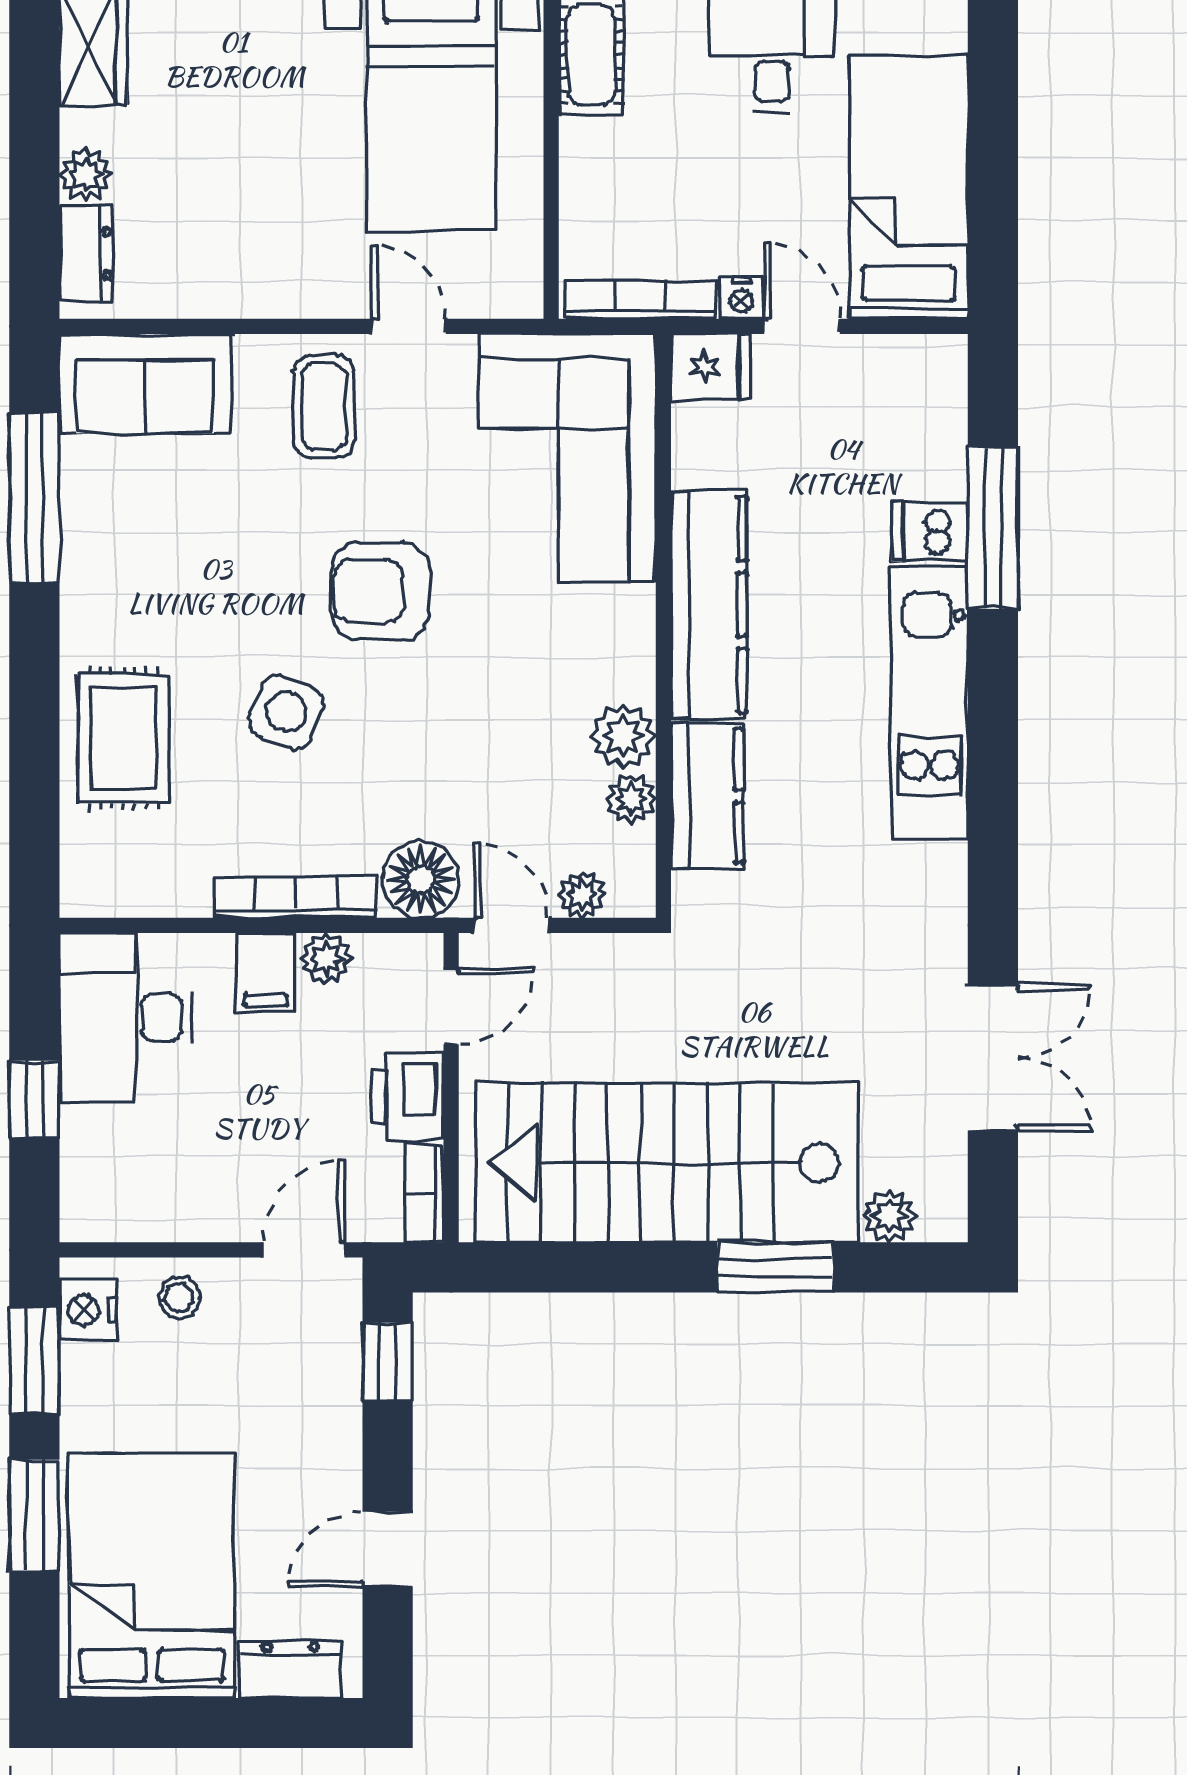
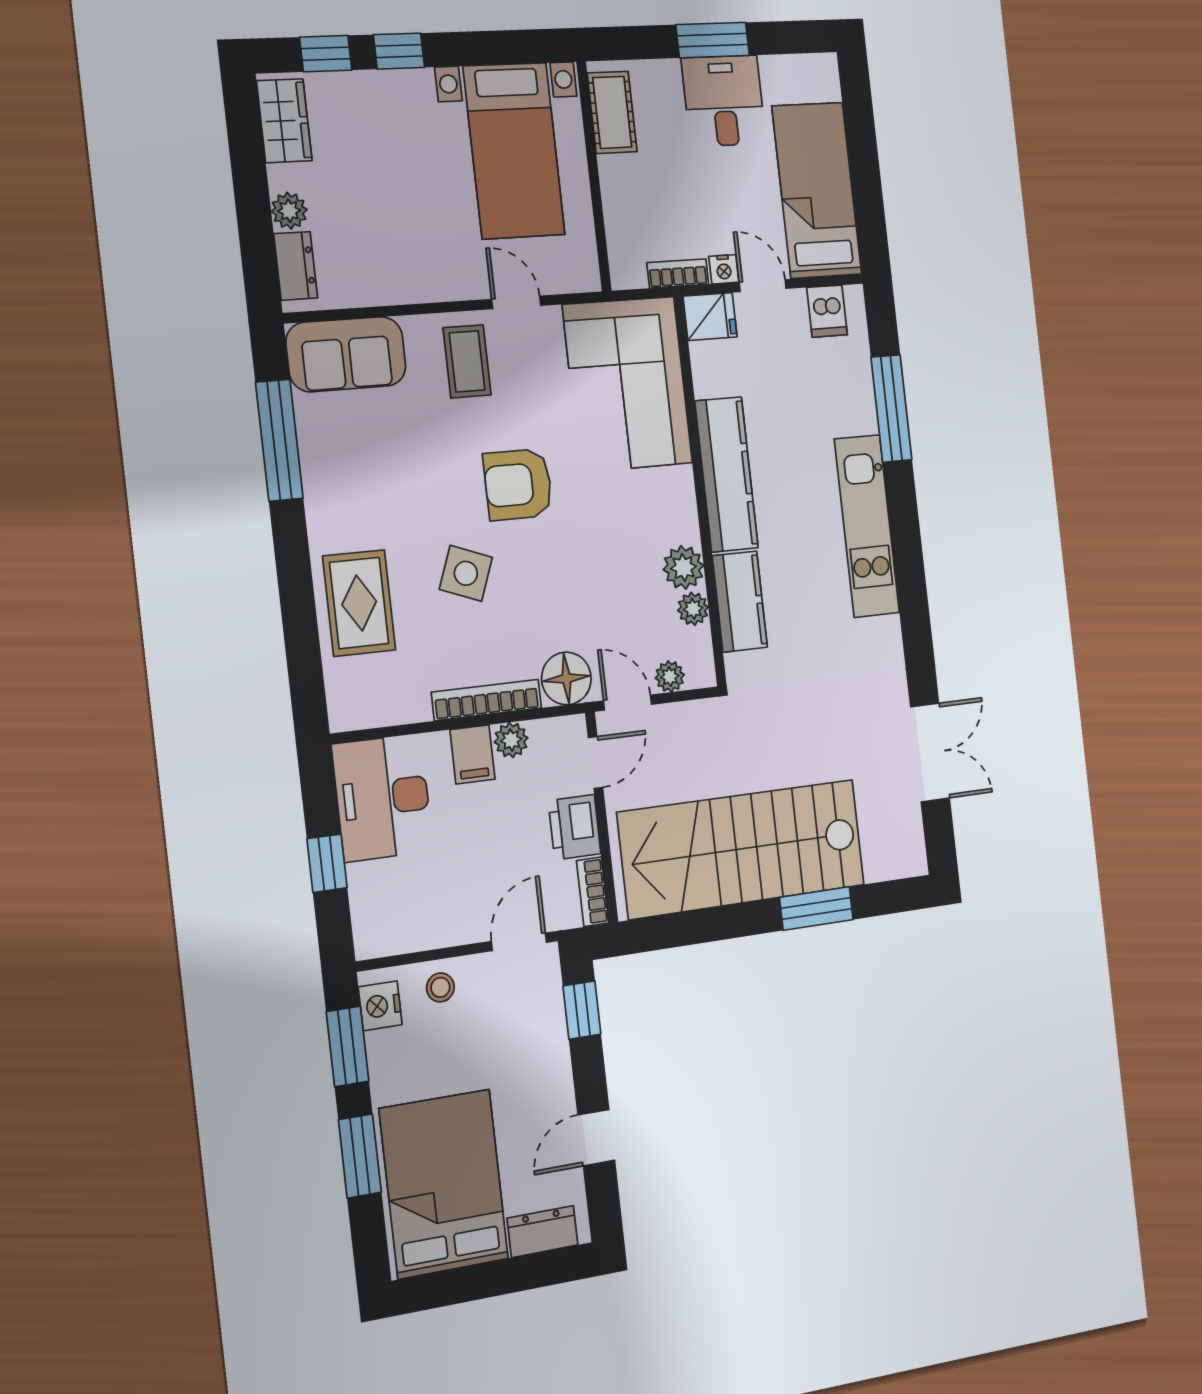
bookcase: (640, 300) -> (678, 273), width x0.64
dishwasher: (930, 532) -> (827, 311), moved, turned -90
plant: (889, 1216) -> (881, 864), removed

